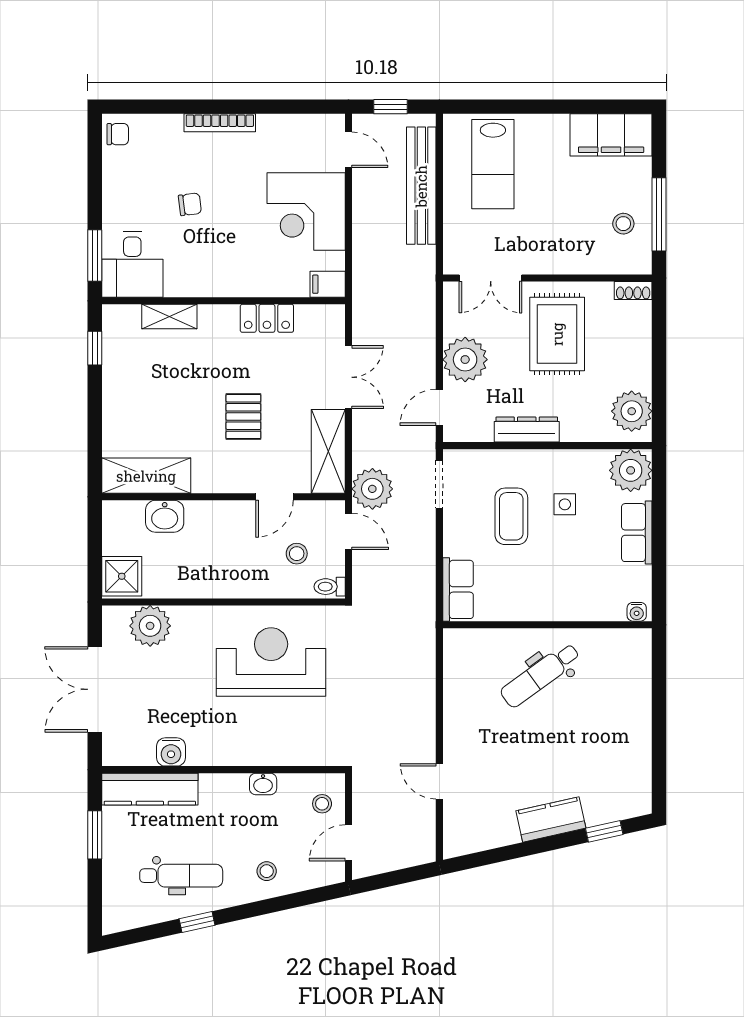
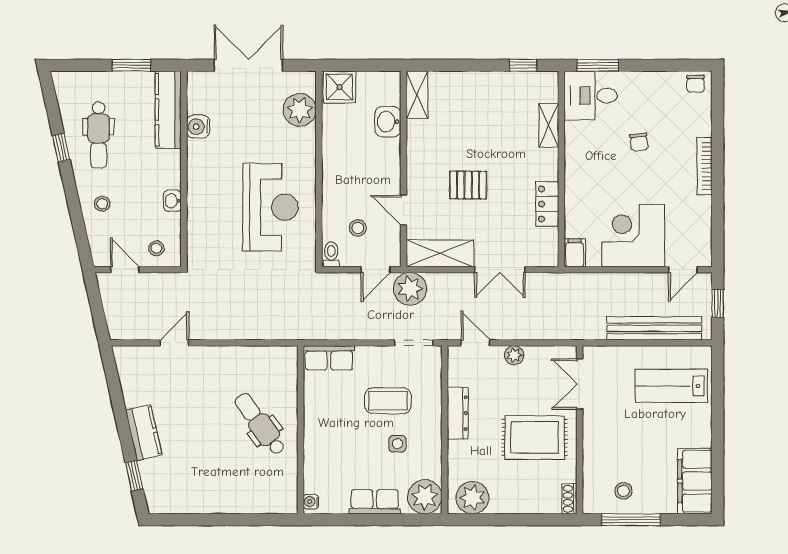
plant: (465, 360) -> (514, 355), width x0.53, depth x0.53
shelving: (146, 476) -> (417, 95), width x0.67, depth x0.75

